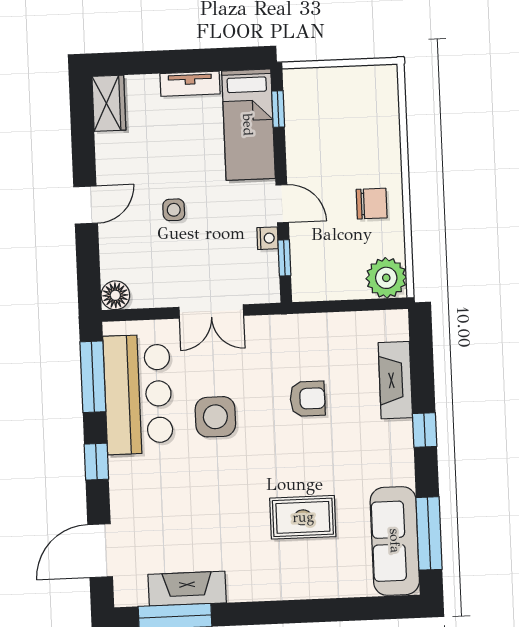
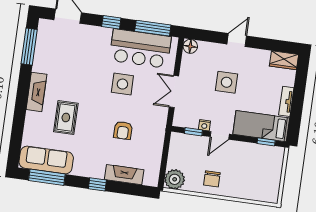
door: (86, 205) -> (237, 40), swing flipped
side table: (174, 210) -> (227, 82), width x1.87, depth x1.87
fireplace: (187, 589) -> (36, 92), moved

